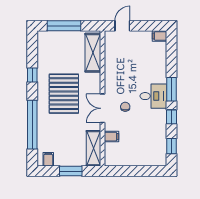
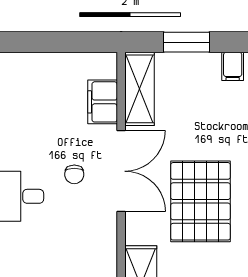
double door: (102, 108) -> (121, 171), width x1.37
filing cabinet: (111, 137) -> (103, 102), width x2.00

